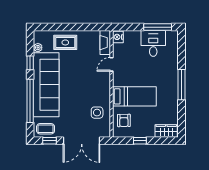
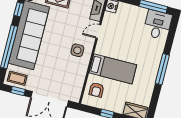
desk: (153, 43) -> (158, 25), moved
side table: (97, 113) -> (77, 50), moved

